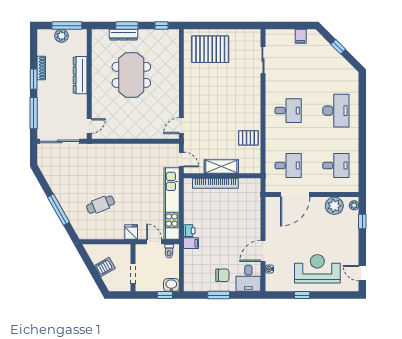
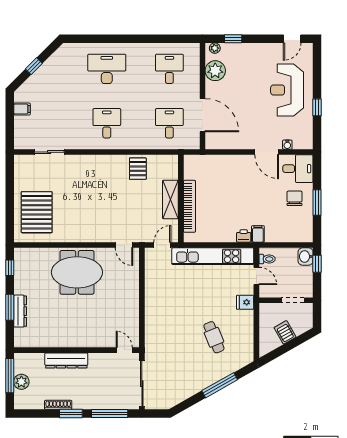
meeting table: (131, 75) -> (77, 272), moved
door: (154, 242) -> (256, 276), swing flipped

